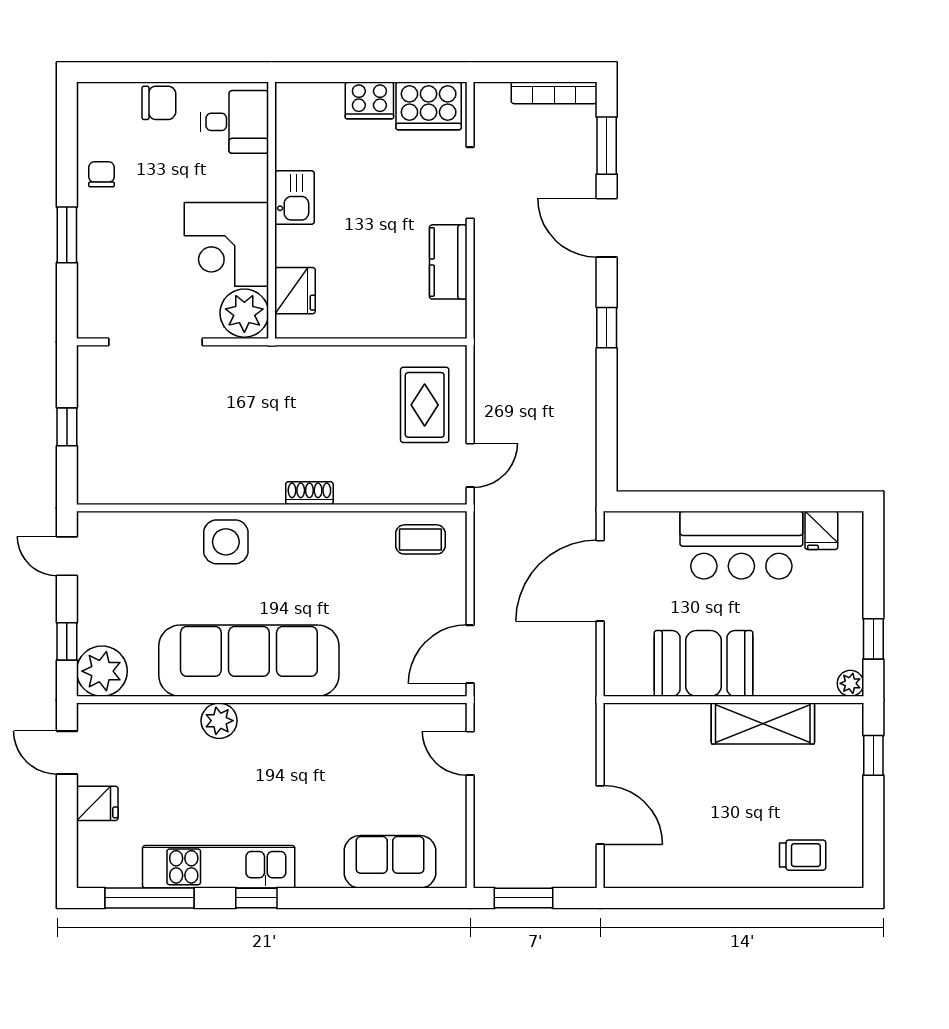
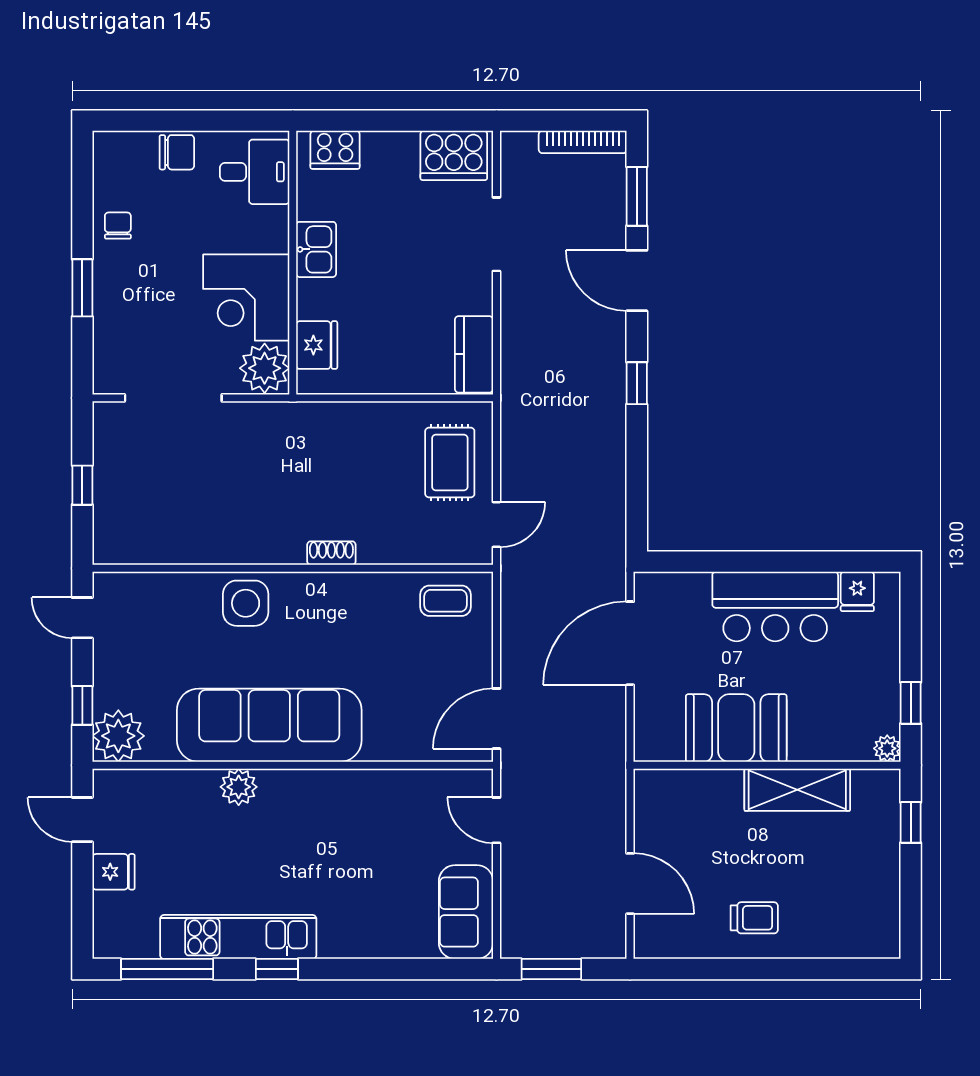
cooker: (369, 100) -> (335, 150), moved
kitchen counter: (448, 262) -> (474, 354), moved
trolley: (803, 855) -> (754, 918), moved
sofa: (390, 862) -> (466, 912), moved, turned -90

